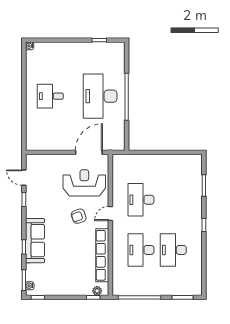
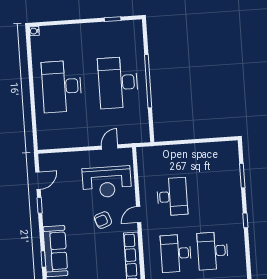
desk: (50, 96) -> (62, 86), width x1.87, depth x1.30
door: (89, 152) -> (110, 147), width x0.53
door: (24, 178) -> (38, 181), swing flipped
reception desk: (84, 183) -> (107, 182), turned 180
desk: (141, 200) -> (172, 197), turned 180

